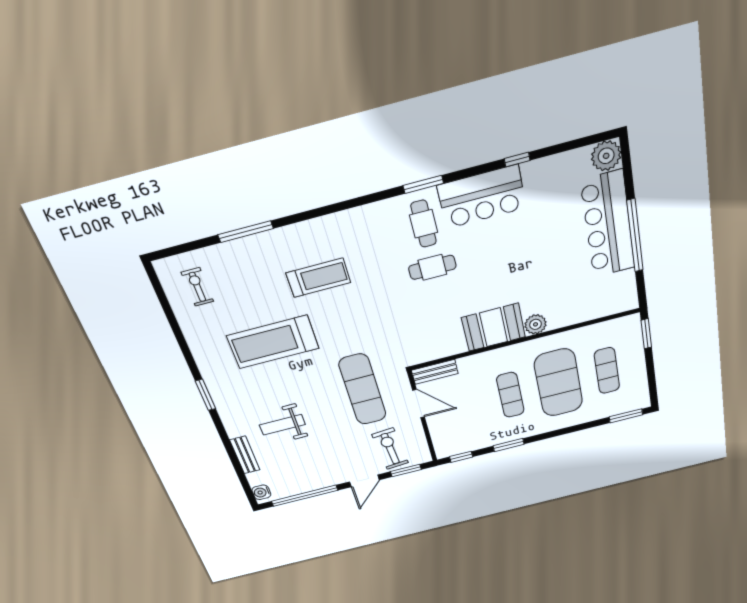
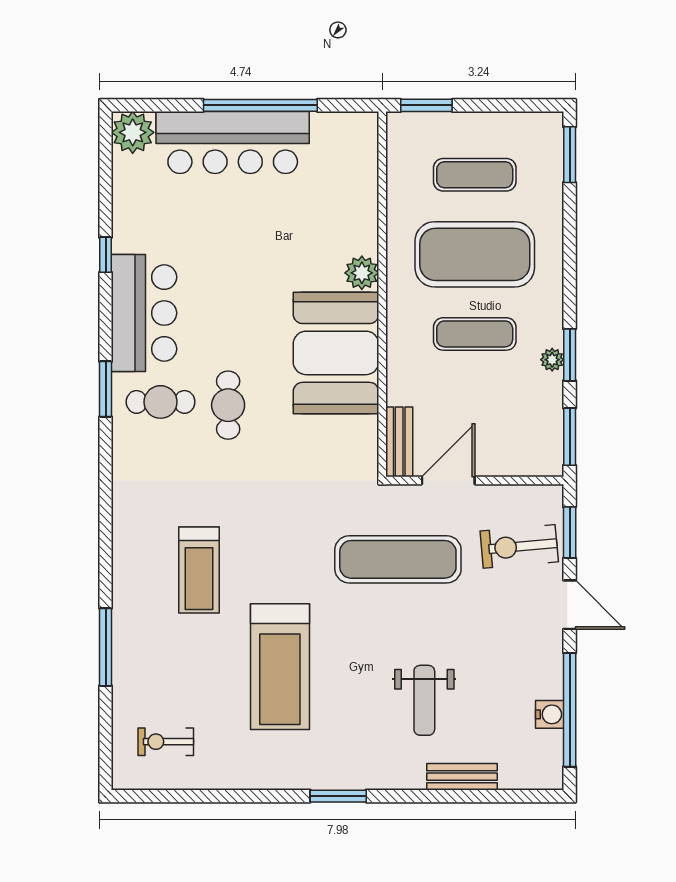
treadmill: (318, 278) -> (199, 570), turned 180
booth: (494, 327) -> (336, 353), width x1.36, depth x1.42
plant: (504, 437) -> (552, 360), added
window: (461, 457) -> (570, 437), width x1.50
water cooler: (261, 492) -> (550, 714), moved, turned -90

